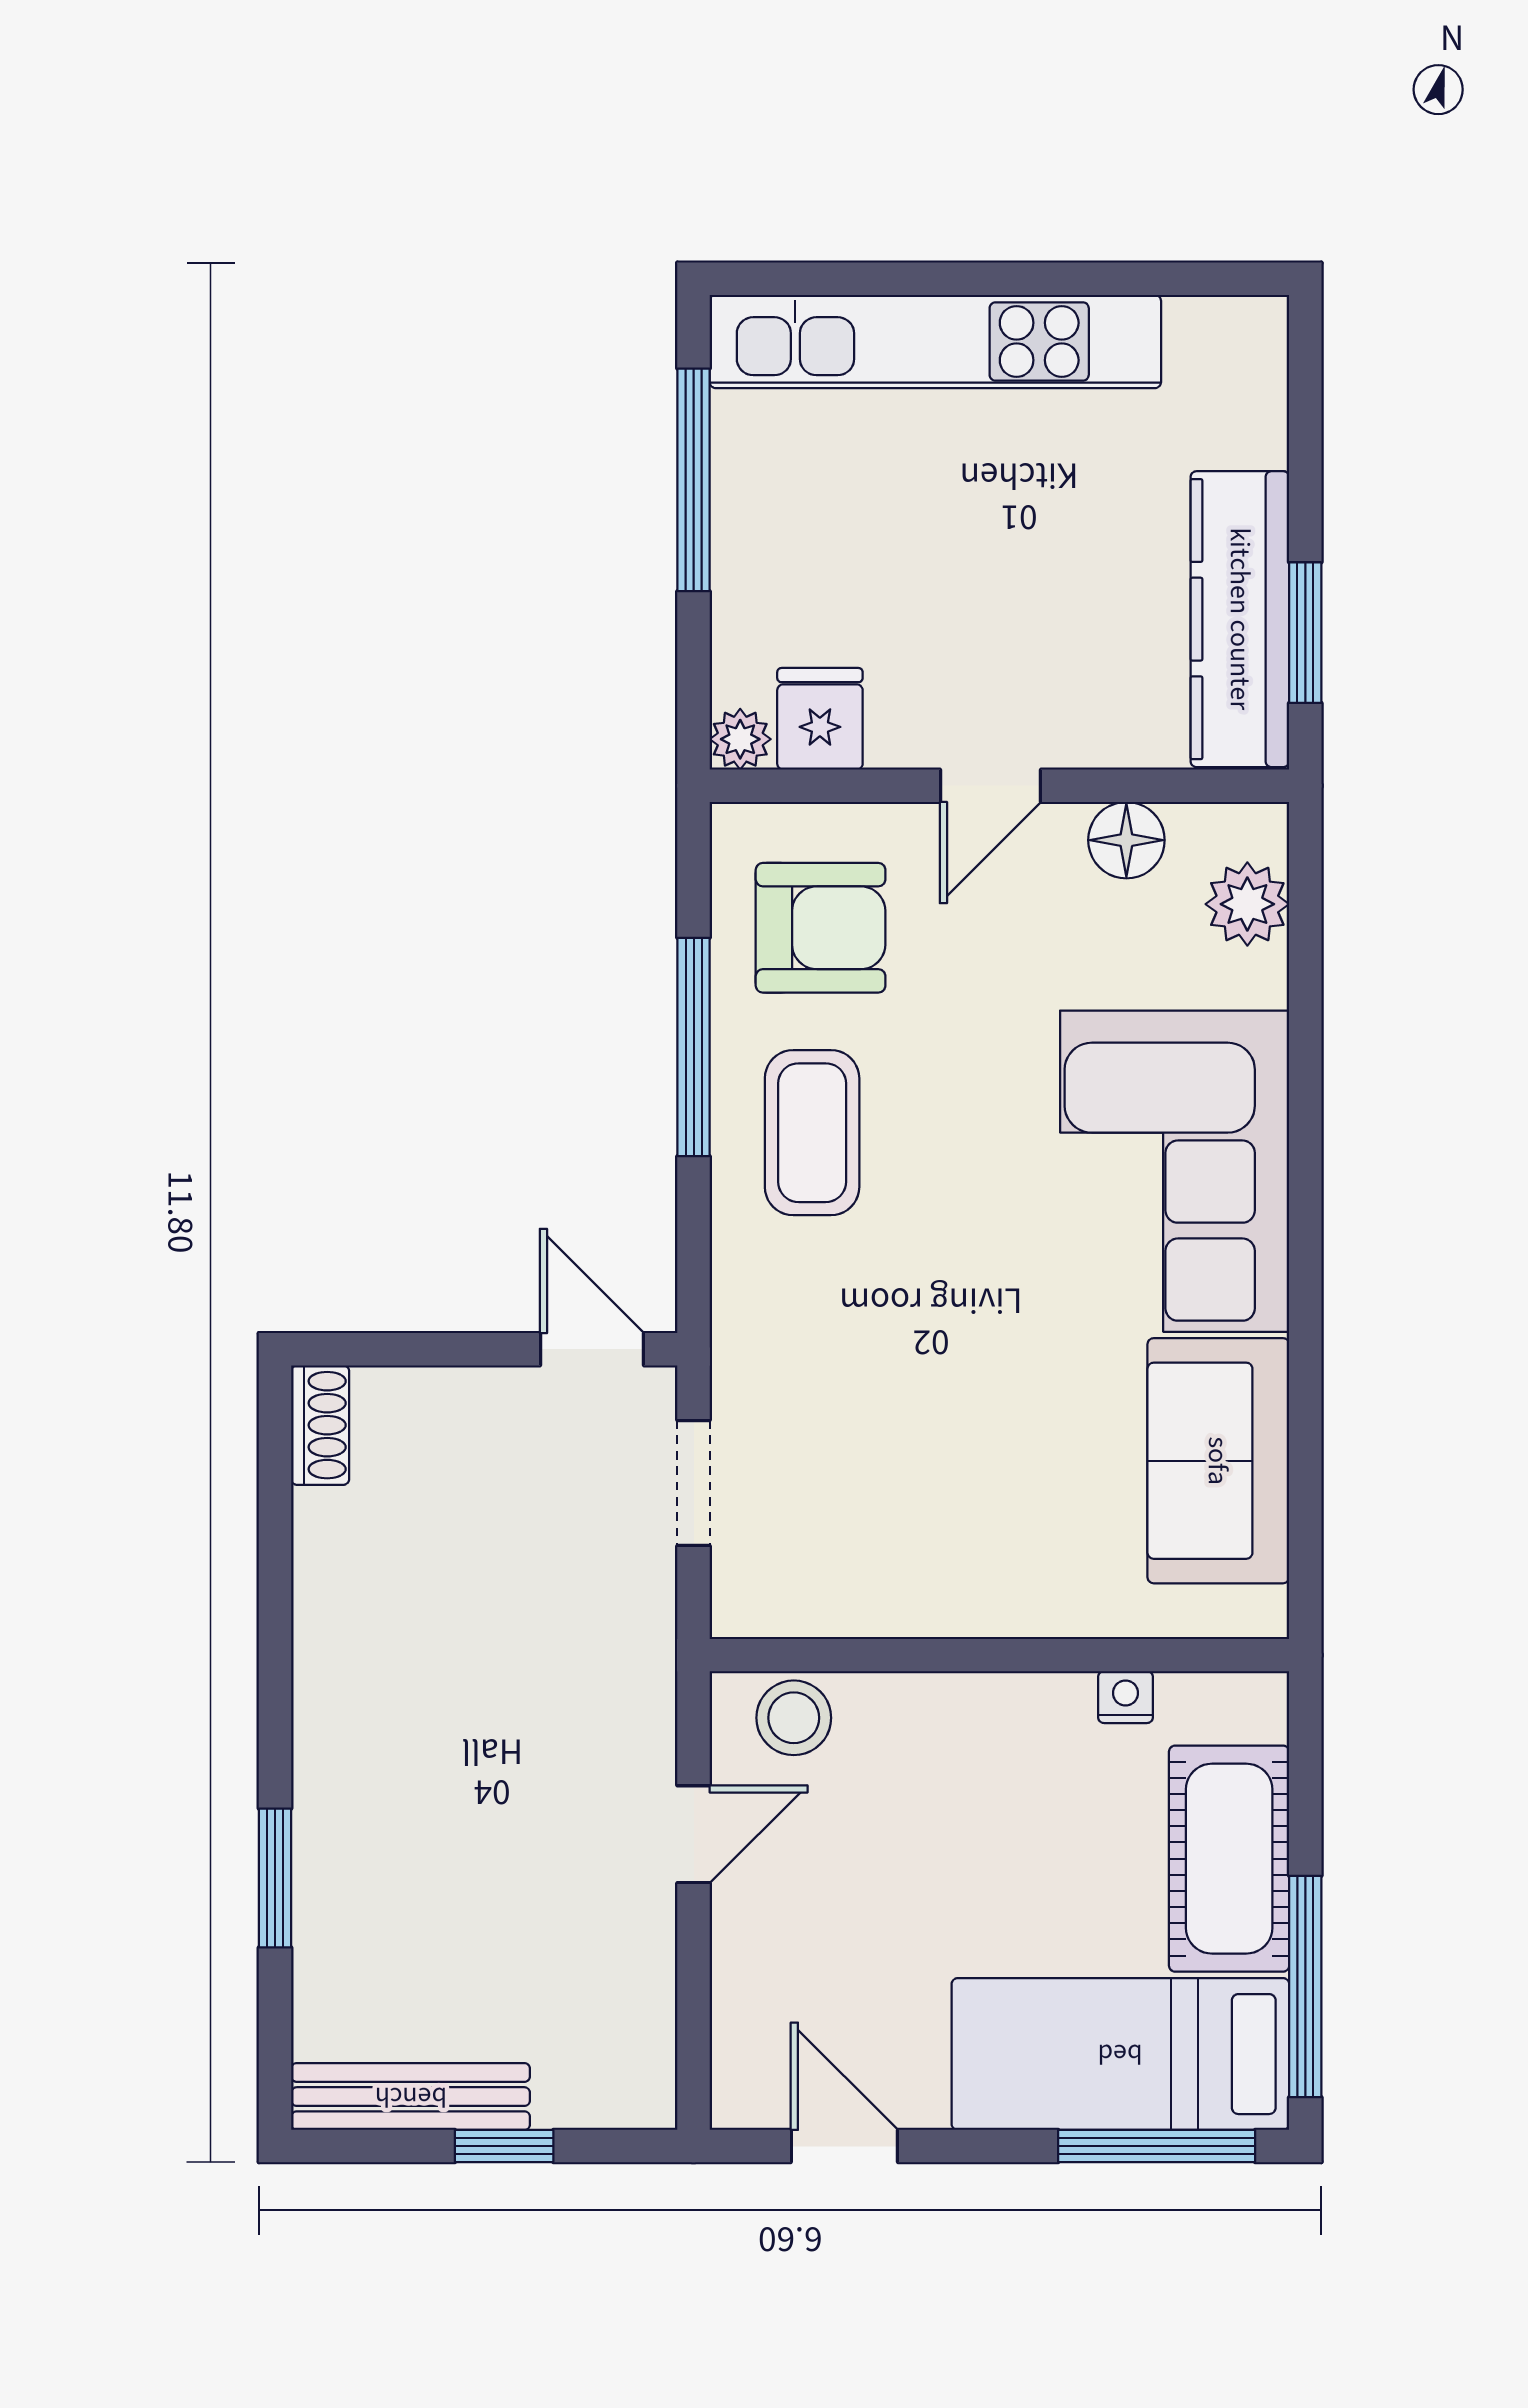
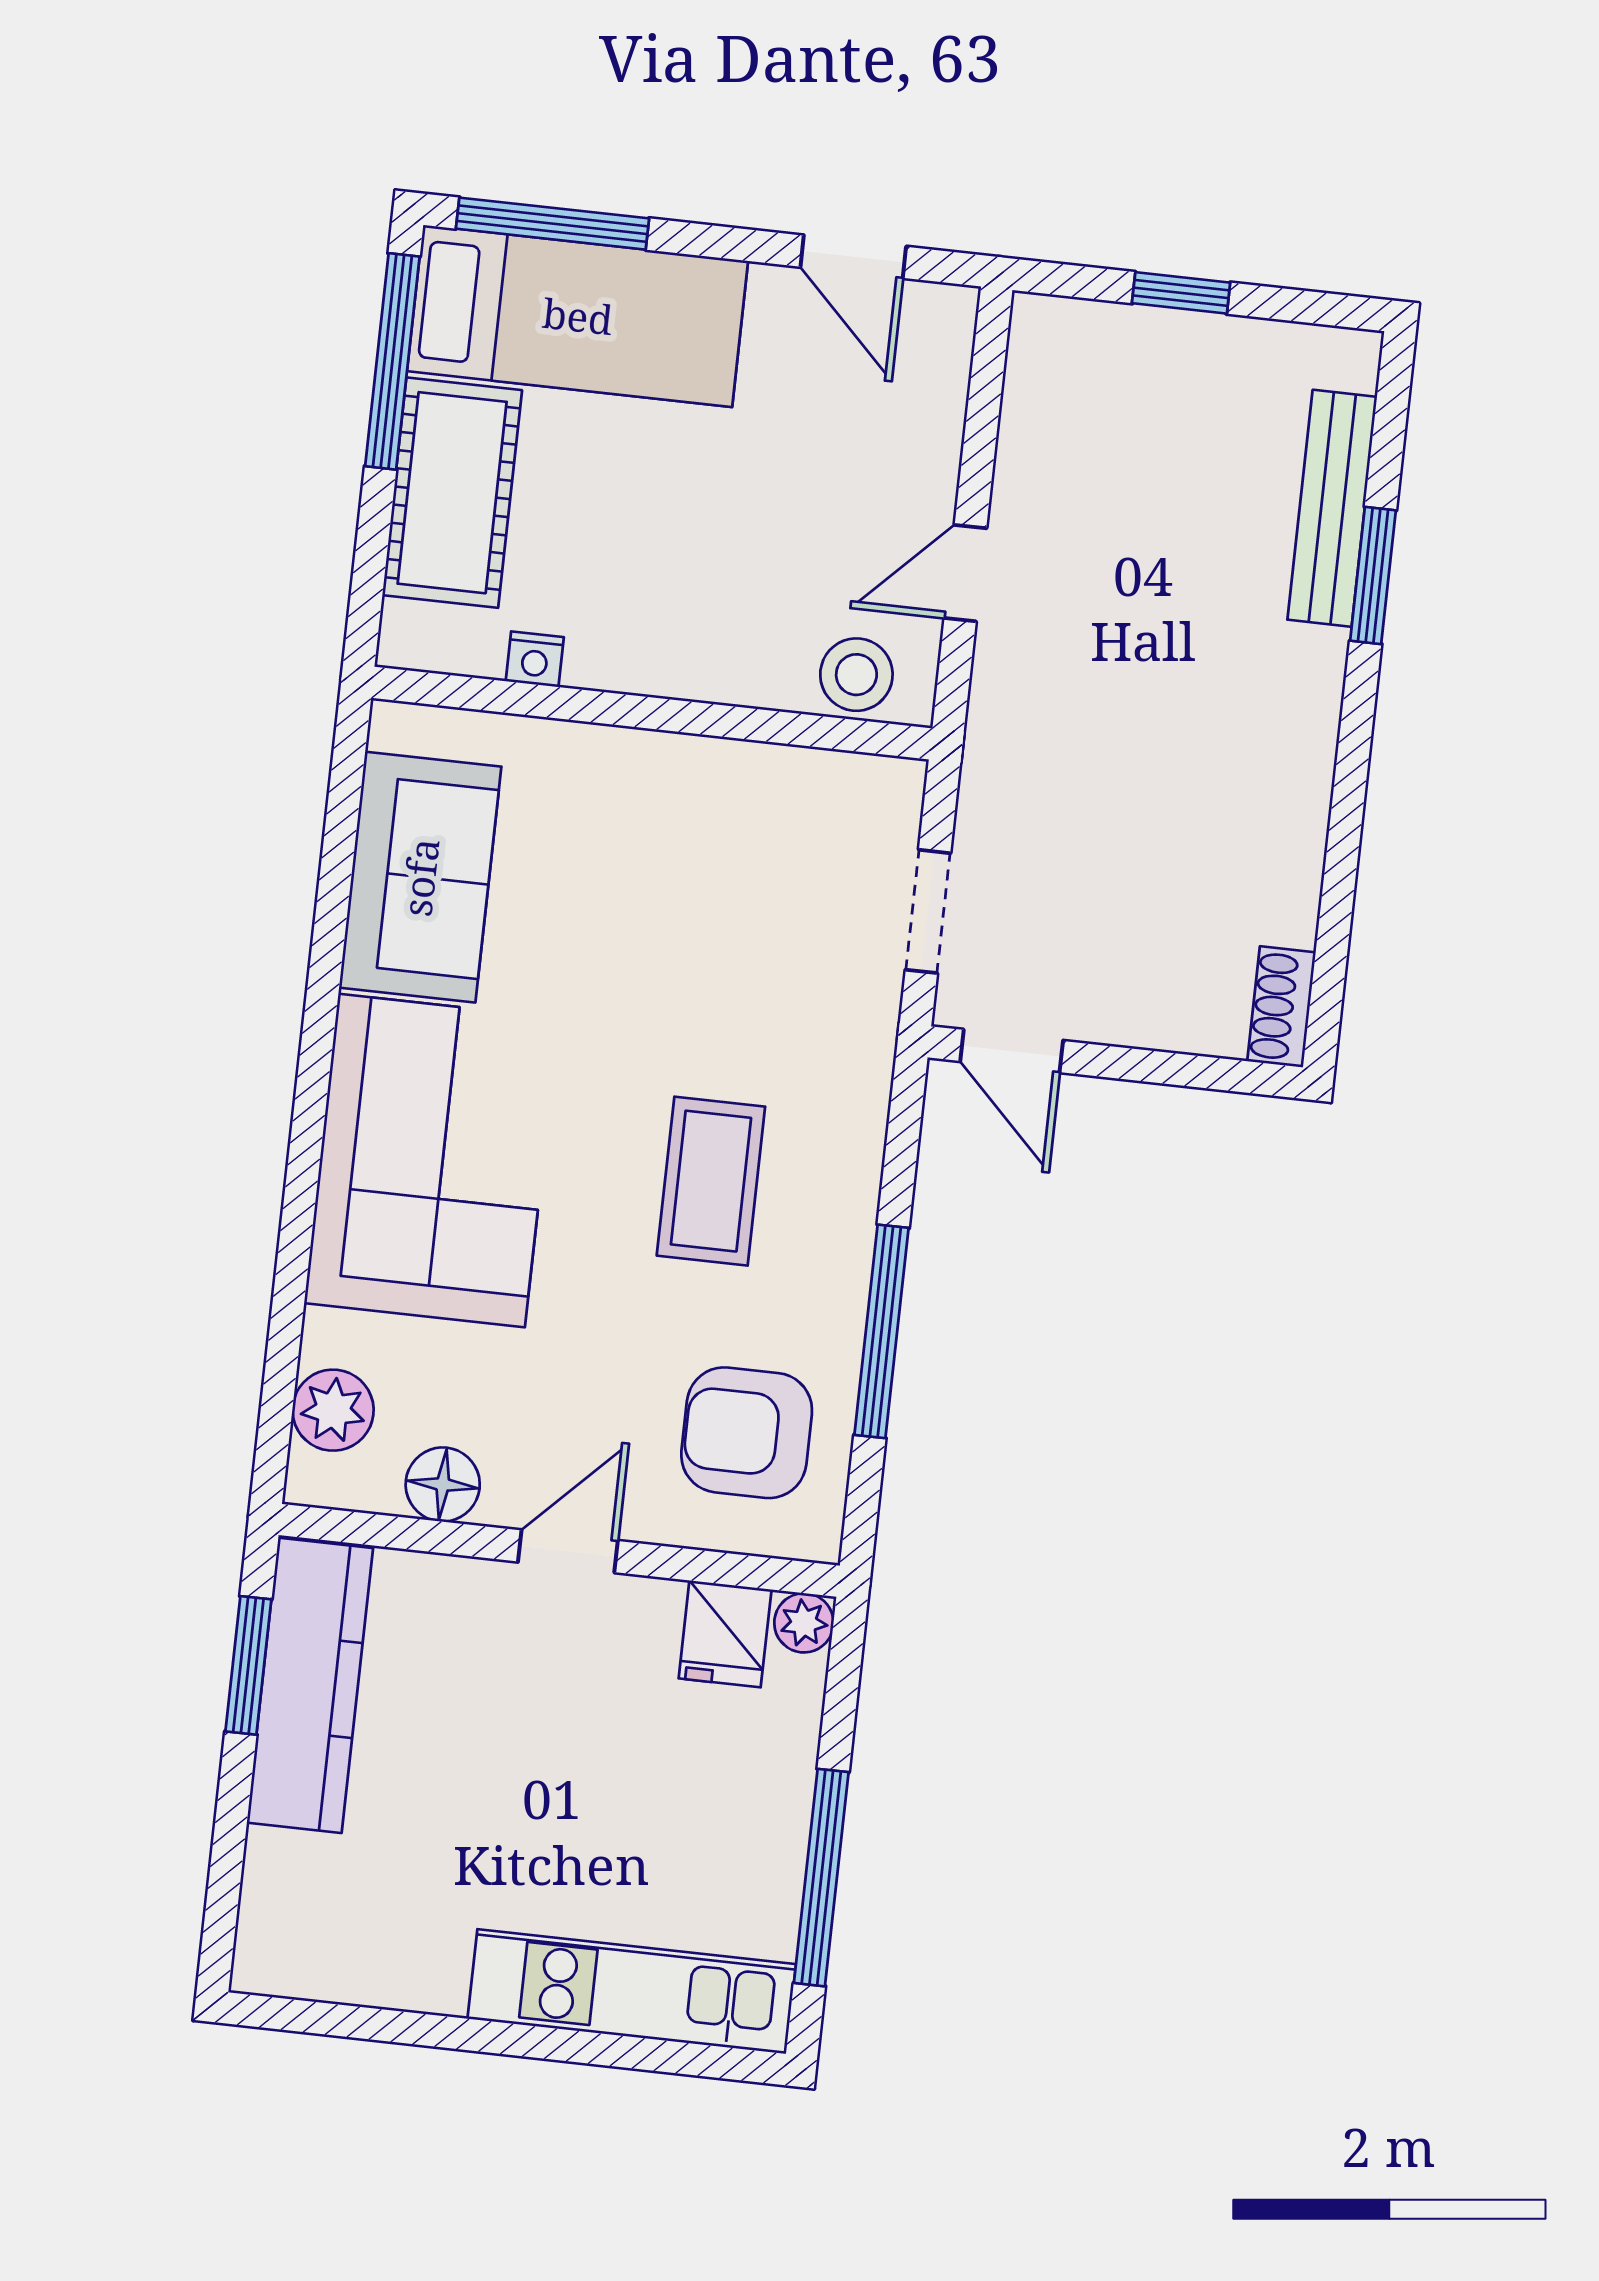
kitchen unit: (935, 341) -> (632, 1992), width x0.73
coffee table: (812, 1133) -> (711, 1181), moved
bench: (411, 2097) -> (1332, 508), moved, turned 90

